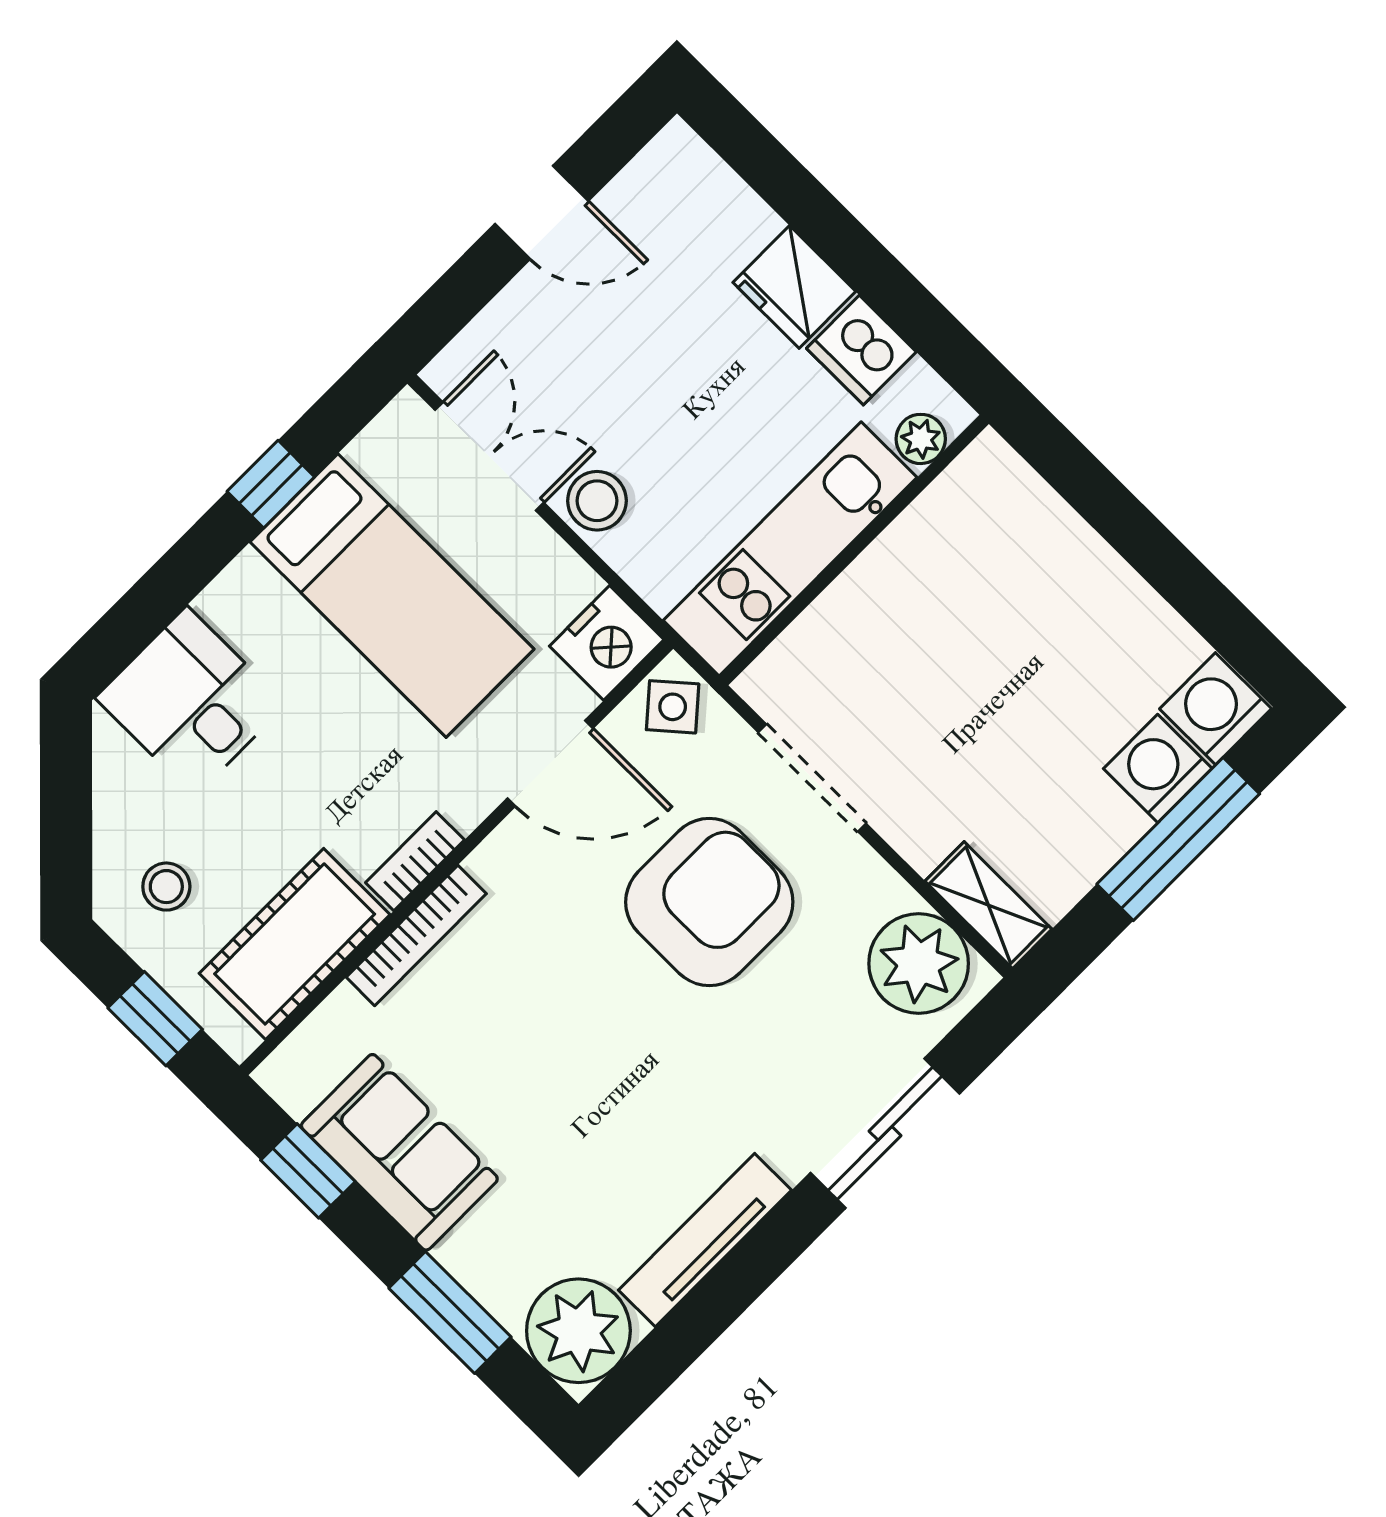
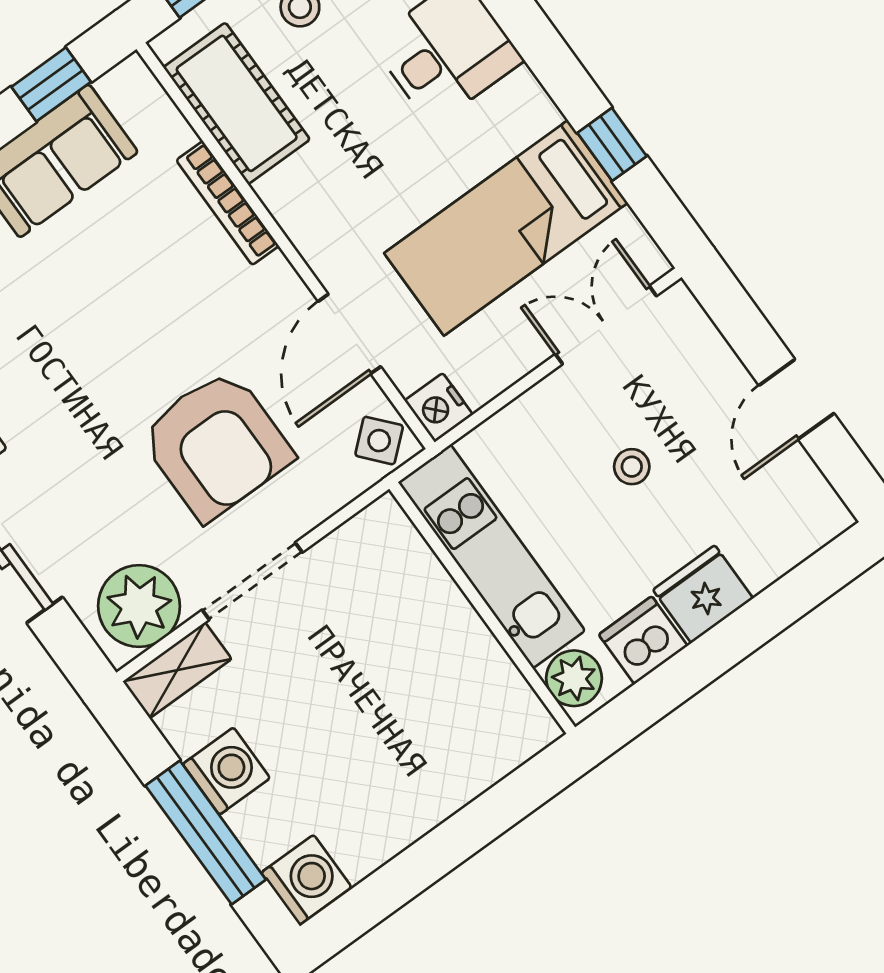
plant: (921, 439) -> (574, 678), width x1.38, depth x1.38
double door: (489, 456) -> (606, 325), swing flipped
stool: (597, 501) -> (632, 467), moved, width x0.73, depth x0.73
nightstand: (607, 643) -> (439, 408), width x0.74, depth x0.75
washing machine: (1158, 769) -> (226, 771), moved
doorway: (812, 778) -> (252, 581), moved
bookcase: (415, 861) -> (288, 212), removed

